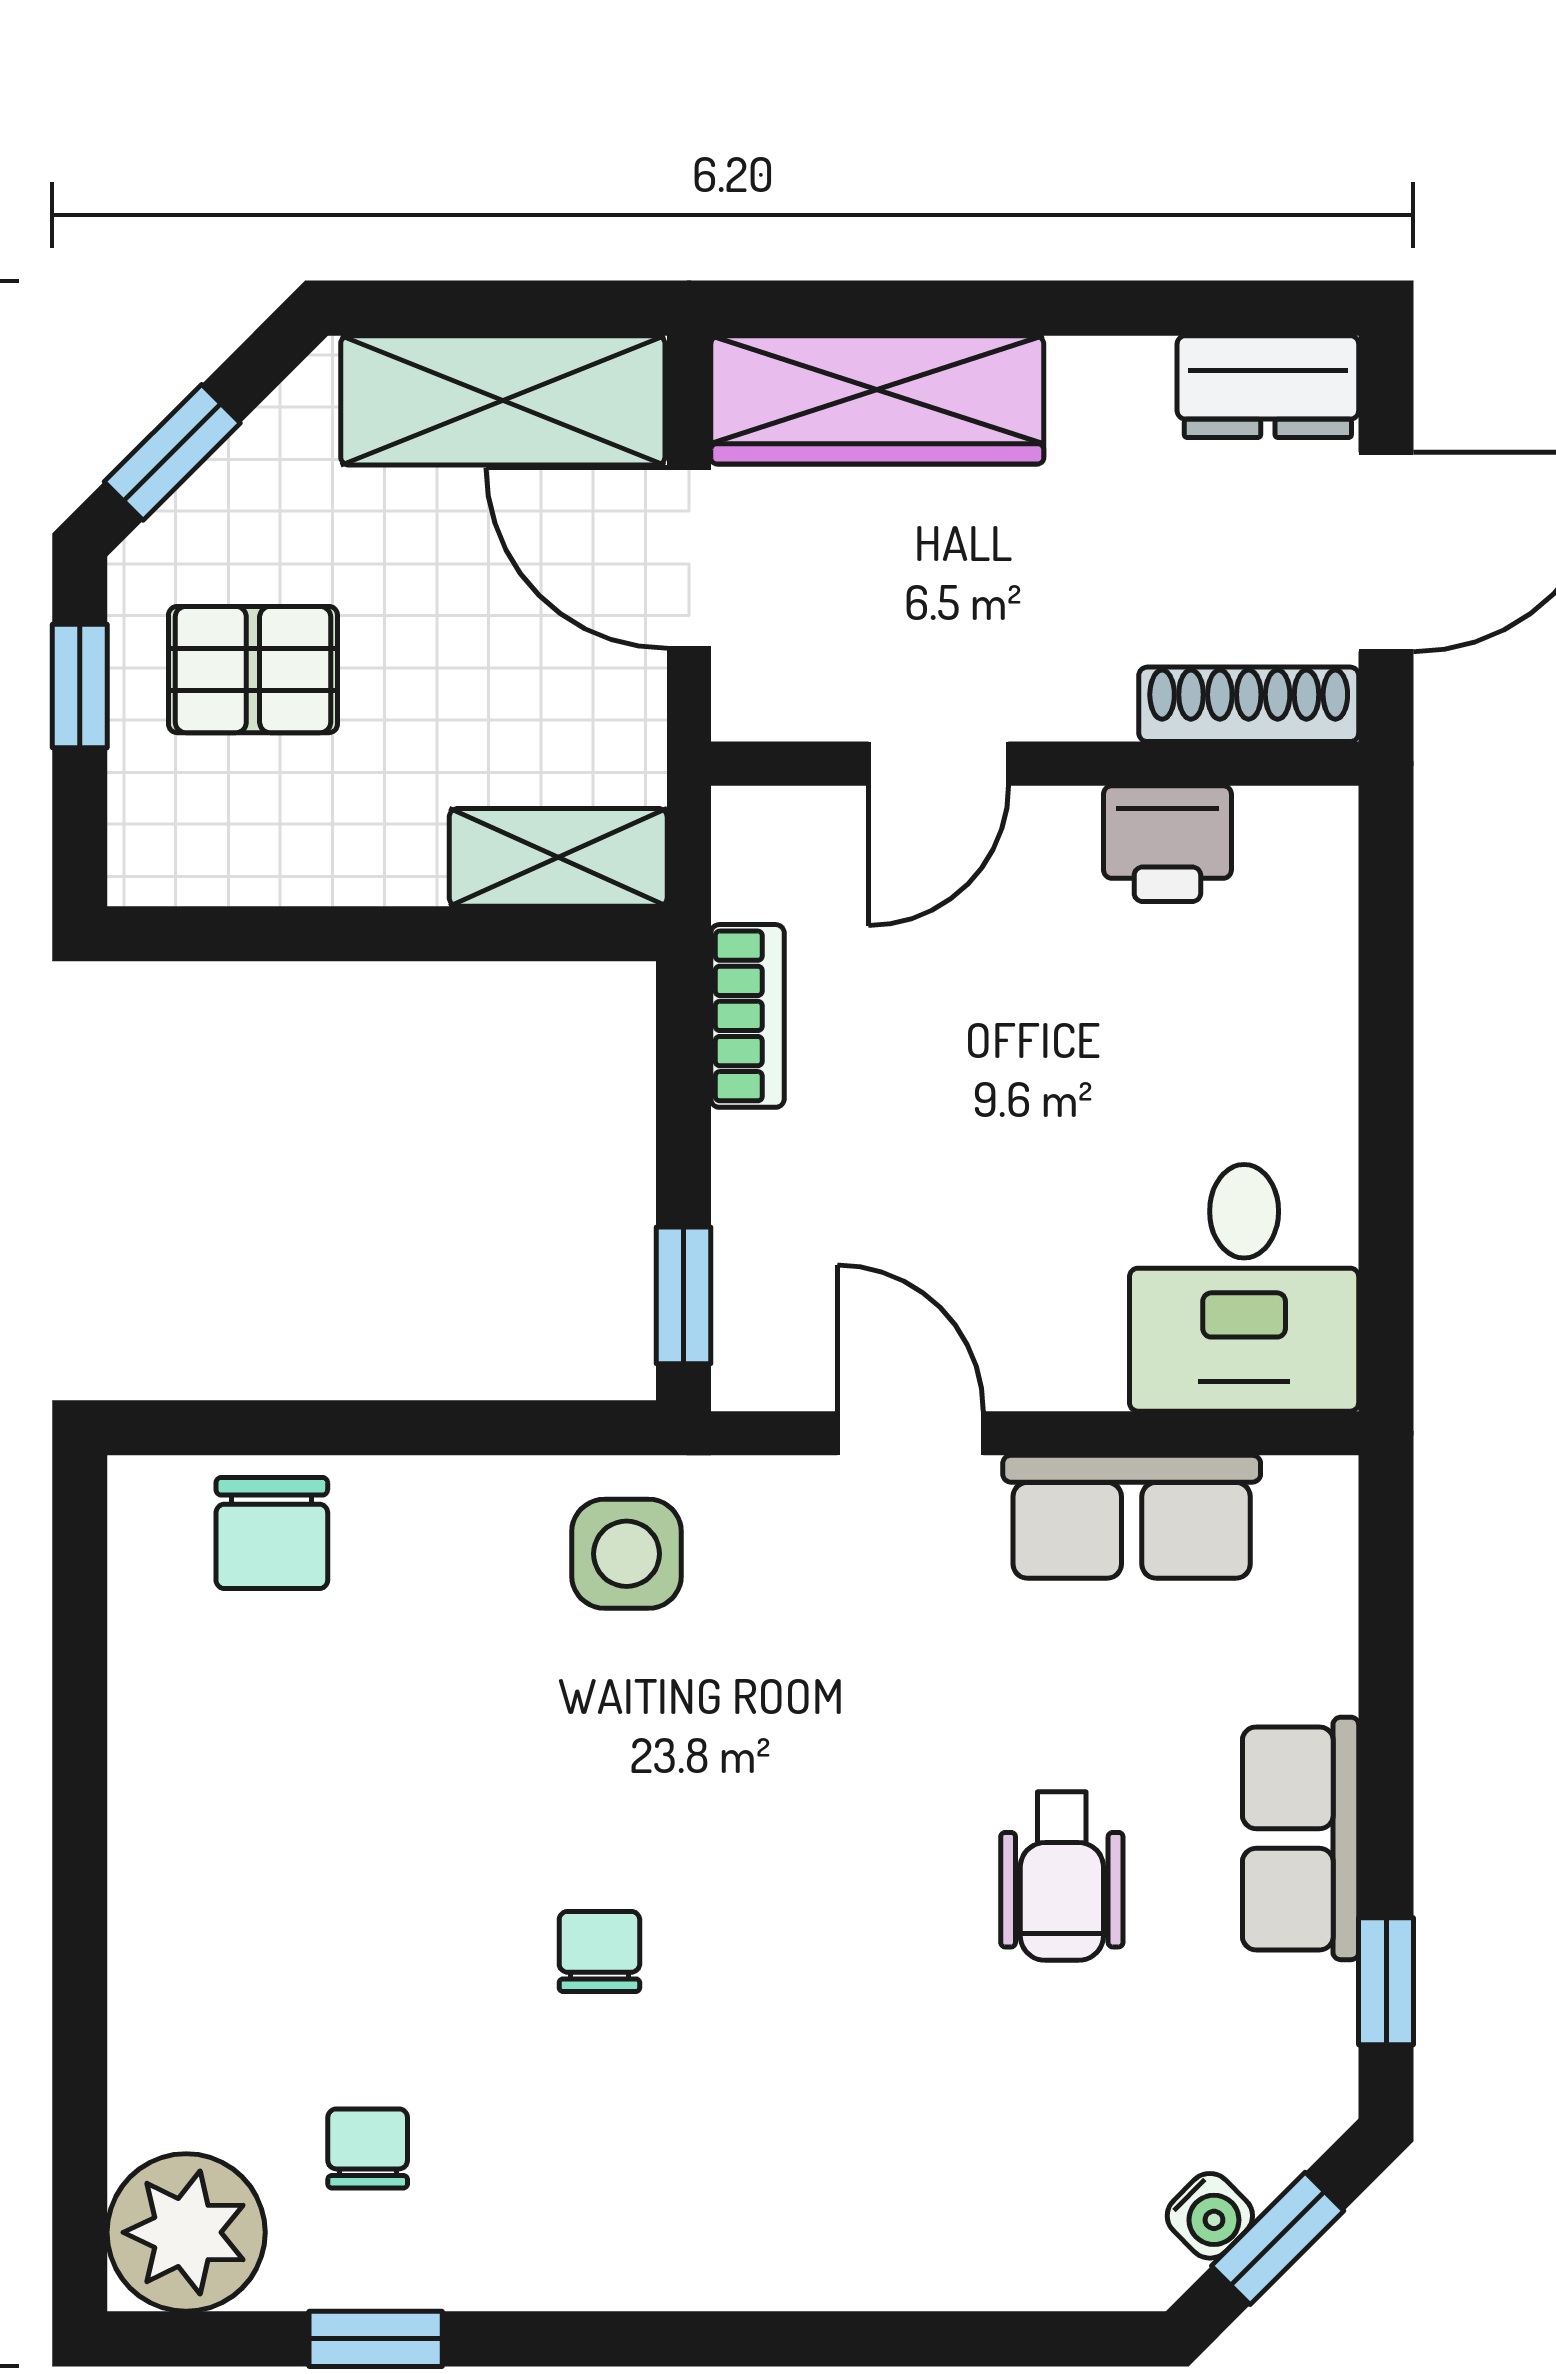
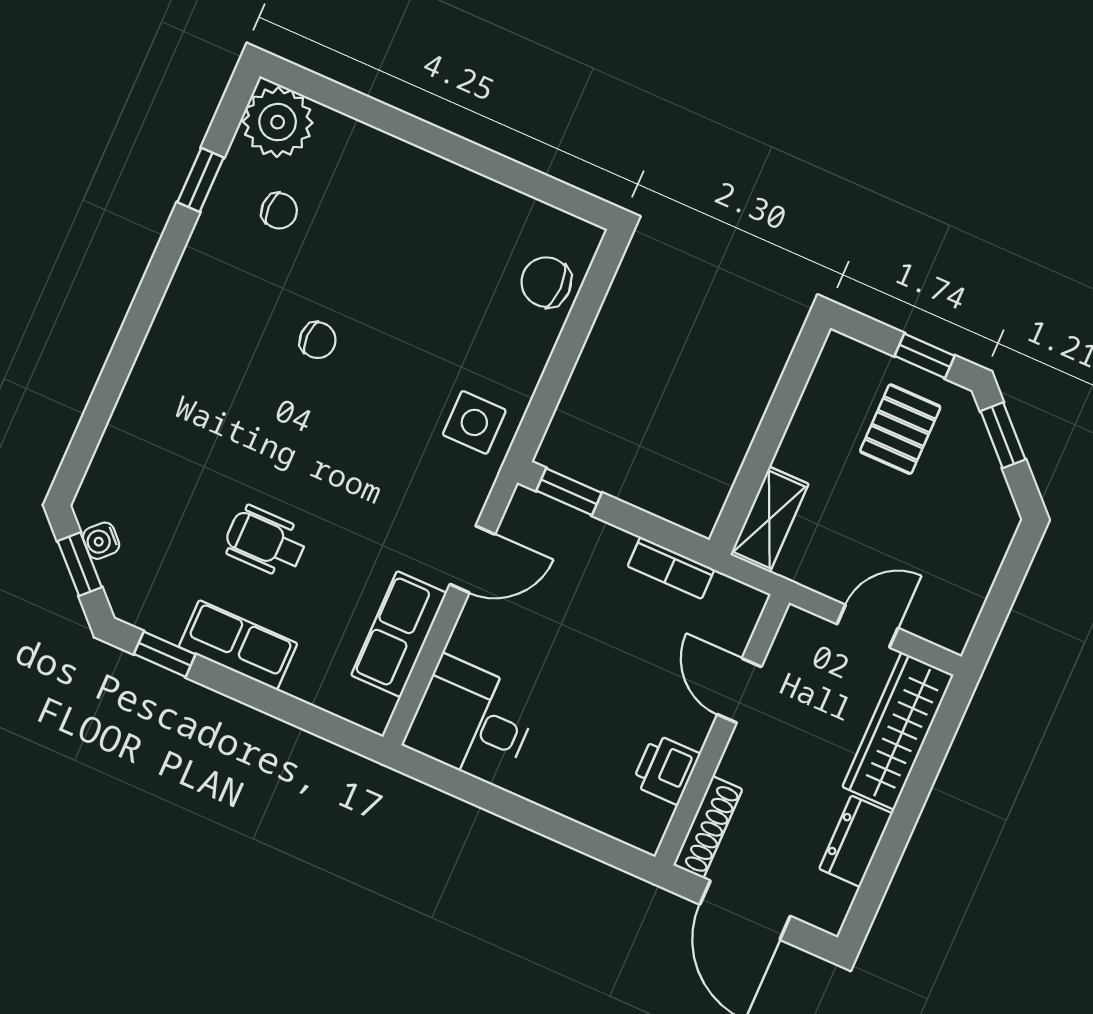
dresser: (1268, 387) -> (856, 841), moved
shelving: (503, 400) -> (965, 579), removed
door: (689, 558) -> (867, 626), width x0.73

